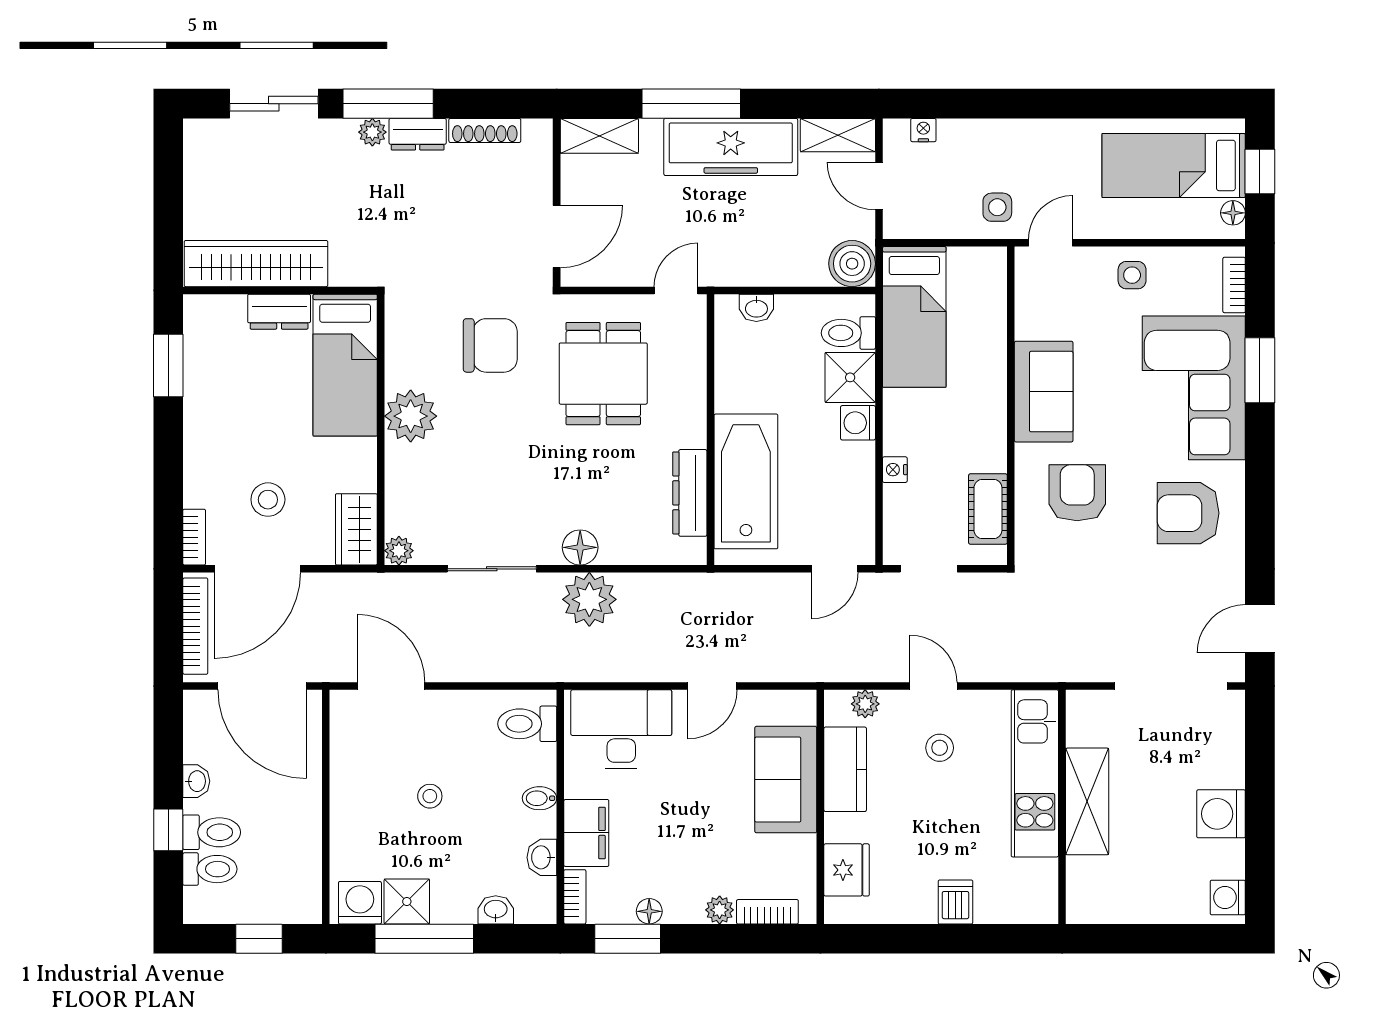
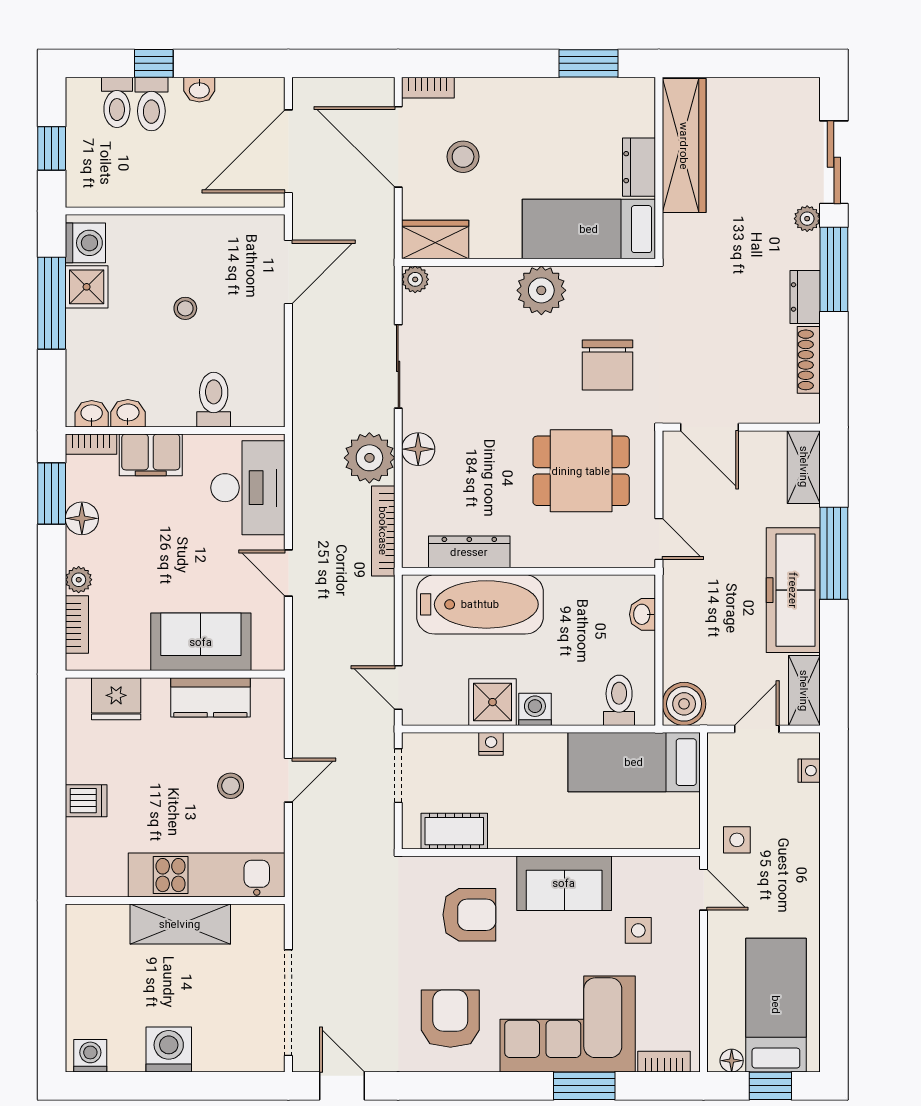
plant: (372, 132) -> (807, 219), moved
side table: (1132, 275) -> (638, 930), moved
shower: (850, 377) -> (492, 702), moved
bookcase: (195, 626) -> (383, 531), moved, turned 90
plant: (865, 704) -> (272, 716), removed
toilet: (527, 724) -> (214, 400), moved
bidet: (539, 798) -> (183, 411), removed
washbasin: (496, 910) -> (92, 414), moved, turned -90
floor lamp: (649, 911) -> (82, 518), width x1.37, depth x1.37

